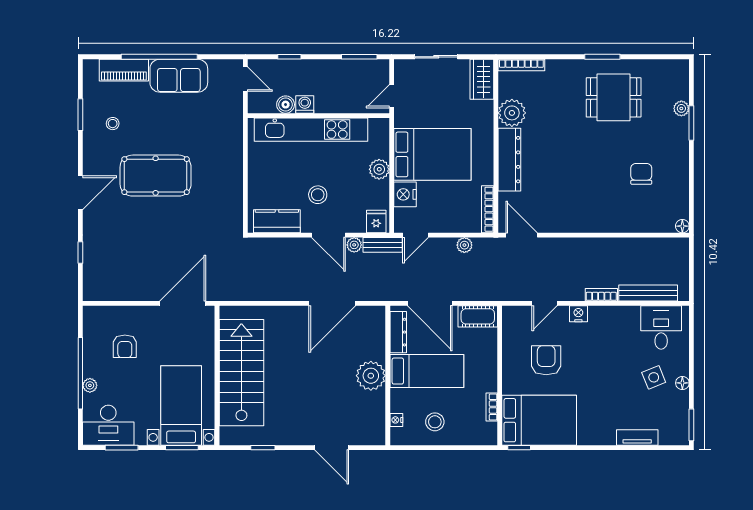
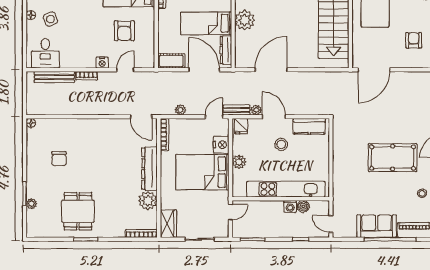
dining table: (614, 97) -> (78, 211), turned 90

